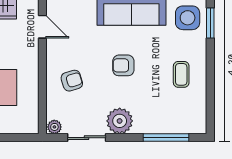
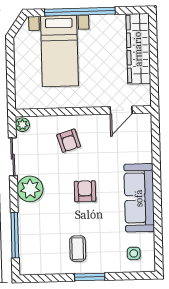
side table: (188, 18) -> (134, 253), width x0.54, depth x0.54
window: (210, 23) -> (90, 277), moved
coffee table: (181, 74) -> (78, 249), turned 90

